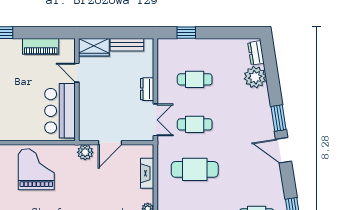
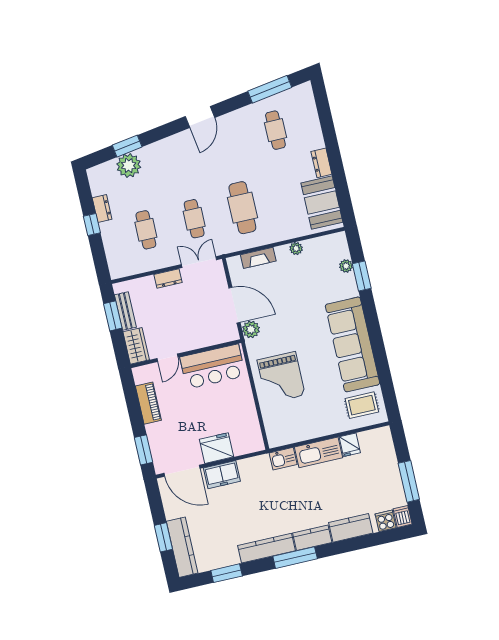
window: (125, 33) -> (113, 316), added
window: (186, 33) -> (92, 225), moved
dresser: (256, 53) -> (102, 209), moved, turned -81
window: (279, 118) -> (127, 146), moved
door: (110, 143) -> (234, 305), width x1.36
grand piano: (36, 169) -> (281, 378), turned -90

